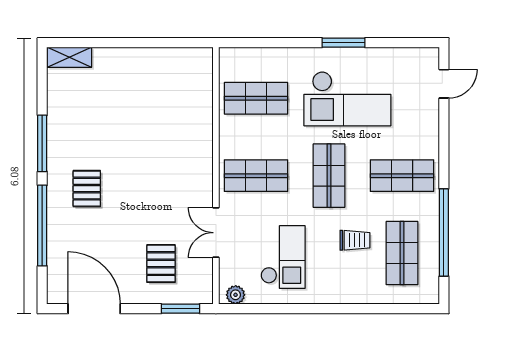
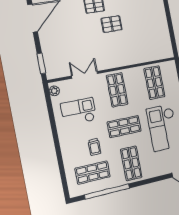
checkout: (283, 257) -> (79, 112), turned 180
pallet: (161, 264) -> (112, 24), moved

